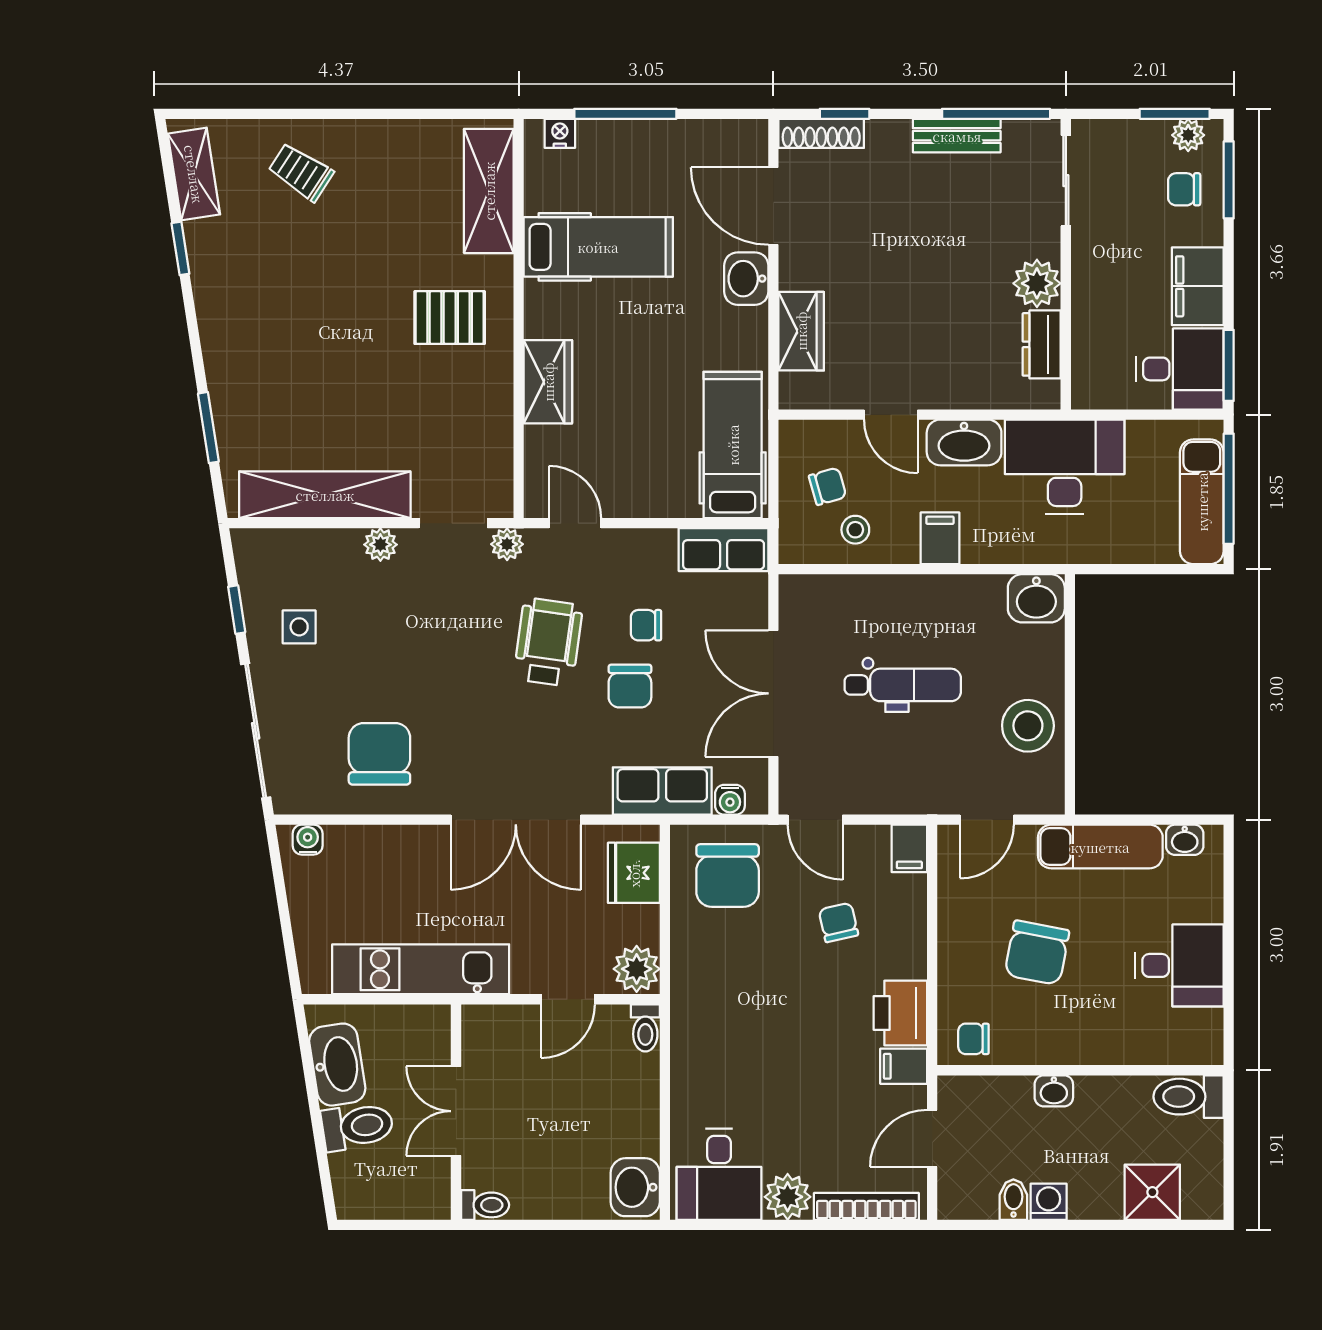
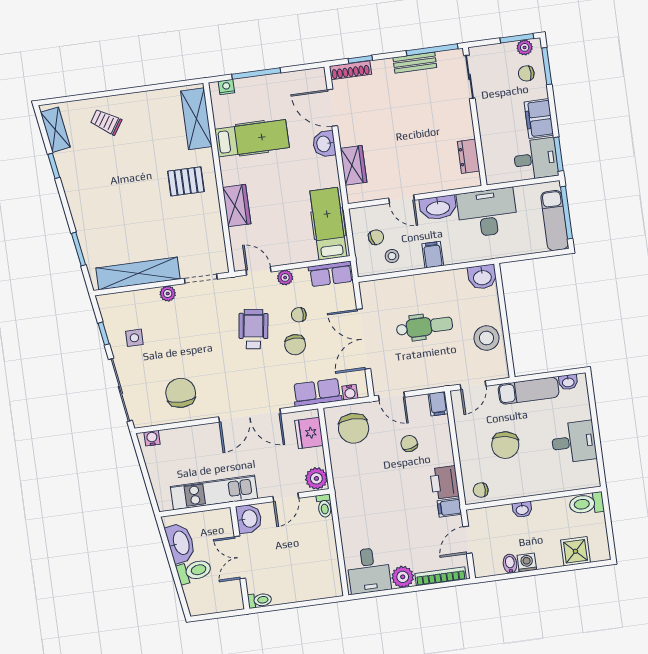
plant: (1037, 283) -> (462, 128), removed
plant: (507, 544) -> (285, 278), moved
washbasin: (635, 1187) -> (249, 519), moved, turned 180

